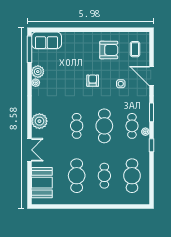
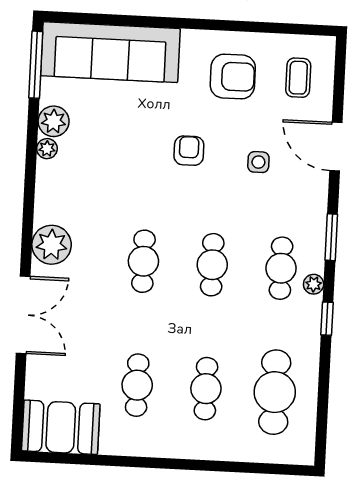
sofa: (46, 40) -> (110, 52), width x1.85, depth x1.27
cafe table: (104, 126) -> (212, 265), width x0.73, depth x0.74
double door: (29, 150) -> (23, 315), width x1.37
cafe table: (77, 176) -> (137, 385), width x0.73, depth x0.74
booth: (42, 183) -> (61, 427), moved, turned 90

